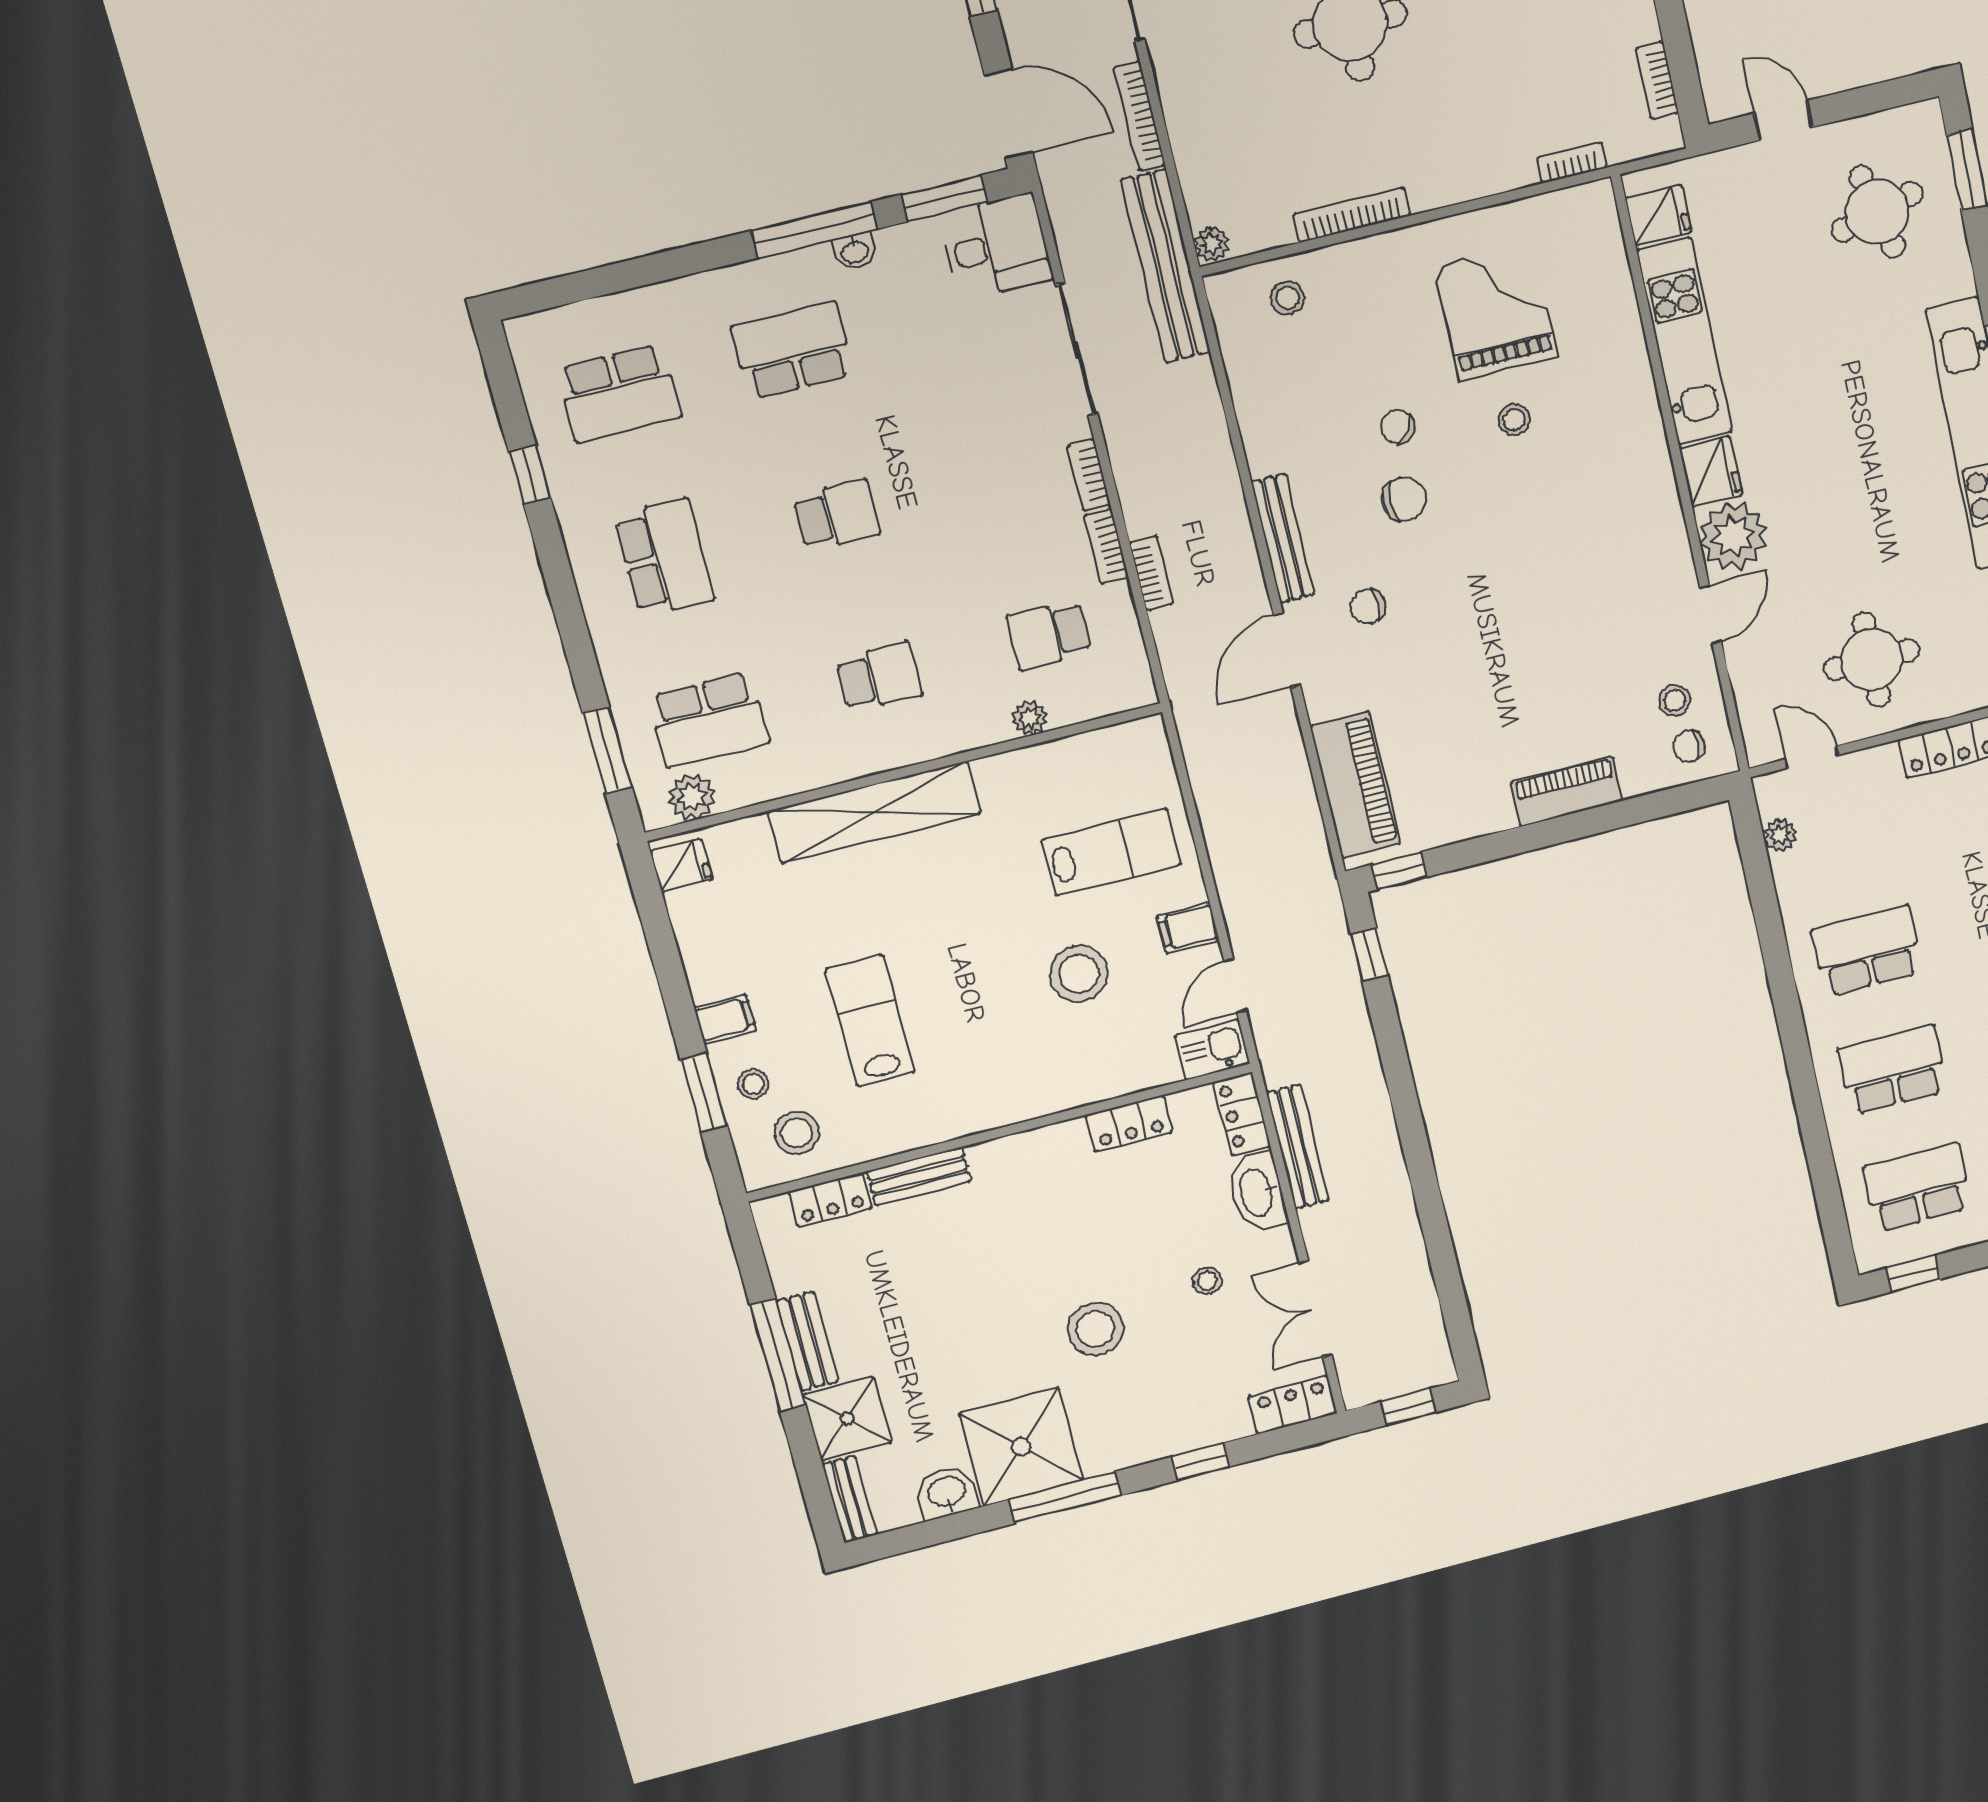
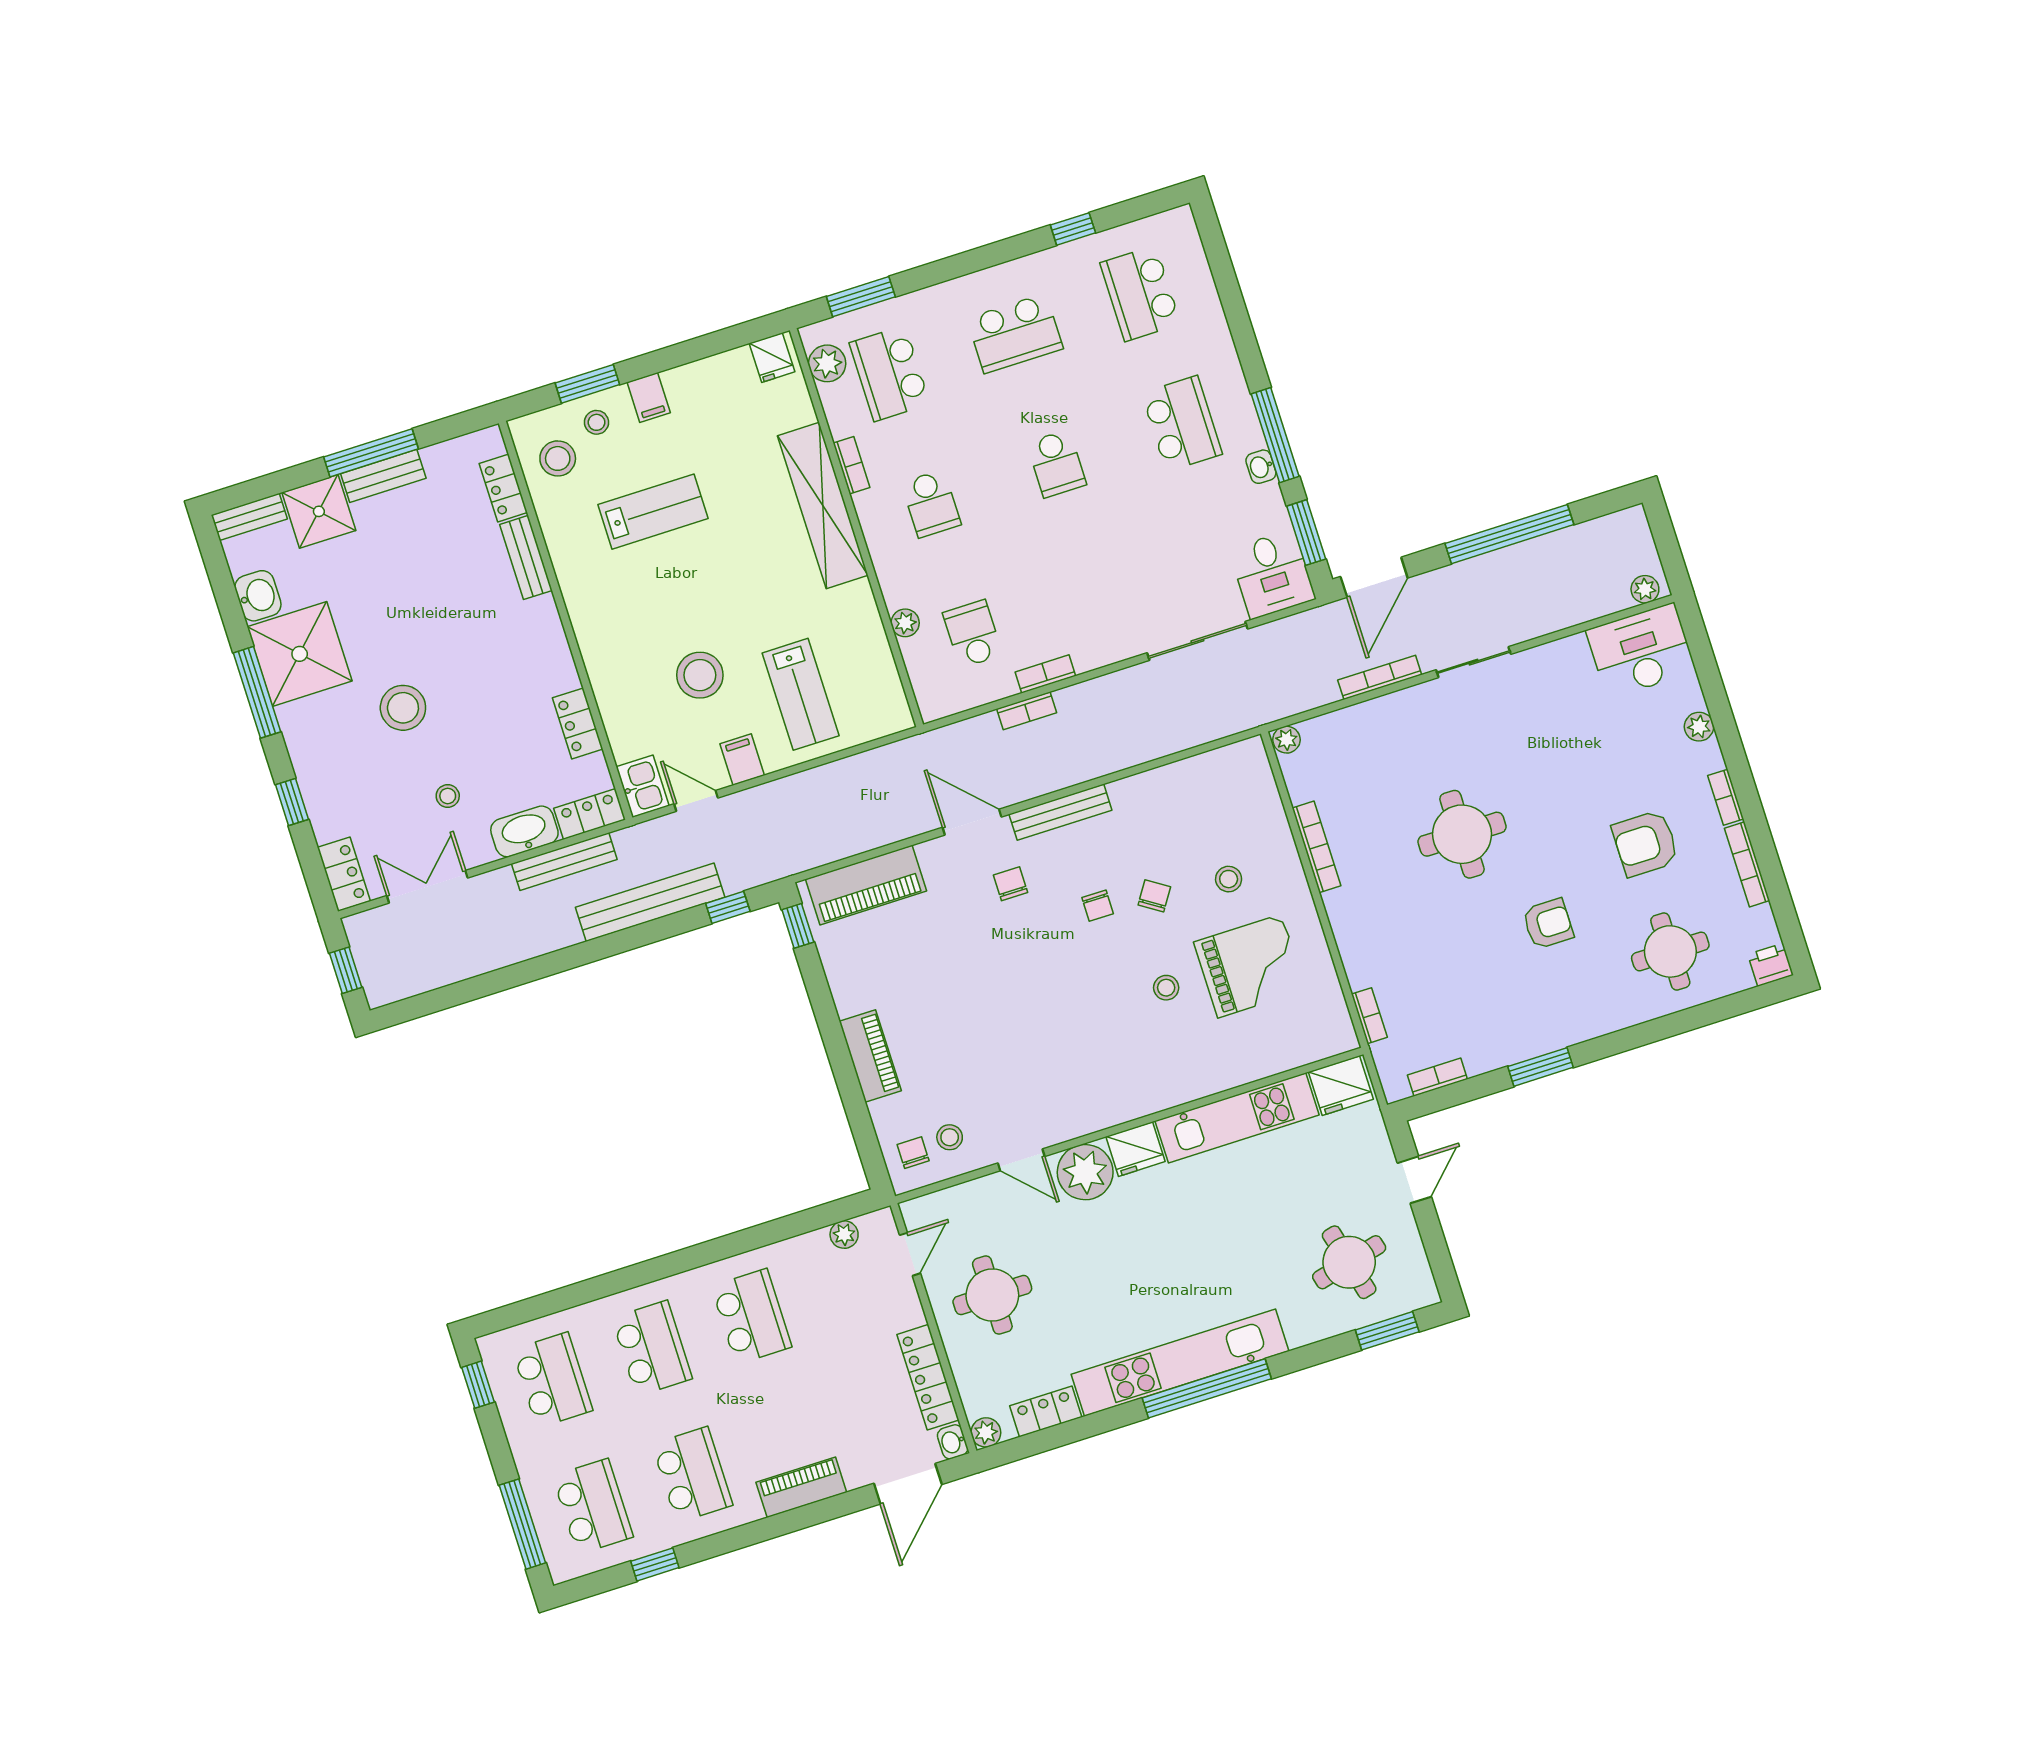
fridge: (1658, 215) -> (1341, 1086), width x1.38
bench: (1166, 266) -> (650, 902), moved
stool: (1288, 298) -> (1229, 879), moved
bookcase: (1089, 475) -> (852, 465), moved, turned 90
chair: (1404, 499) -> (1098, 906), width x0.73, depth x0.73

